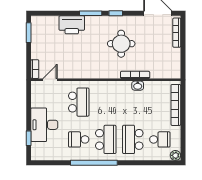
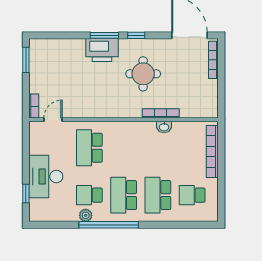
printer: (72, 25) -> (102, 50), moved
school desk: (79, 102) -> (89, 148), turned 180
school desk: (106, 139) -> (124, 195), turned 180
school desk: (160, 139) -> (192, 195), turned 180
plant: (175, 155) -> (86, 215), moved

